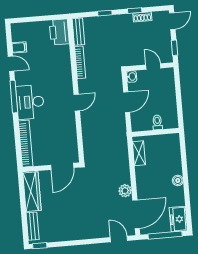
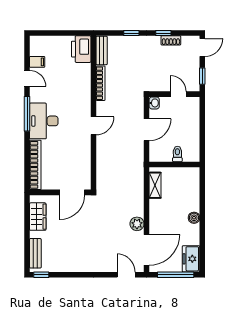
wardrobe: (32, 192) -> (38, 217), width x0.67

